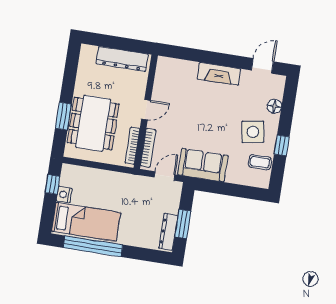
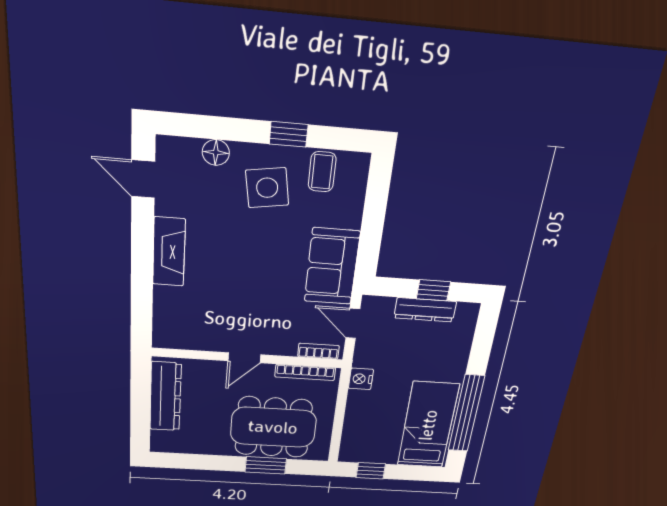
door: (146, 110) -> (244, 358), swing flipped
bookcase: (148, 148) -> (318, 351), width x0.64
nightstand: (64, 195) -> (361, 379), moved, turned 90
window: (183, 224) -> (433, 290), width x0.67
dresser: (168, 232) -> (425, 310), moved

